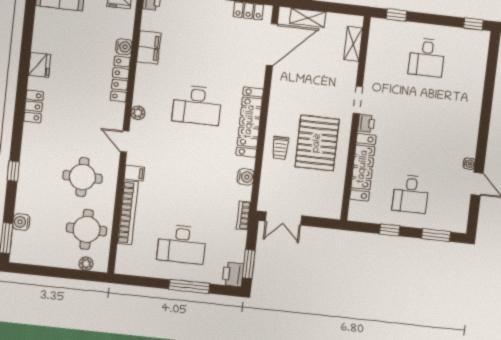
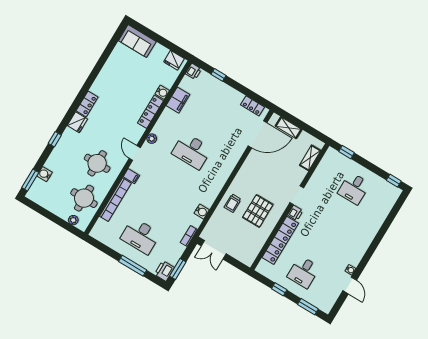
fridge: (40, 65) -> (77, 122), moved
locker: (250, 122) -> (221, 177), removed
pallet: (317, 143) -> (258, 211), width x0.73, depth x0.71

